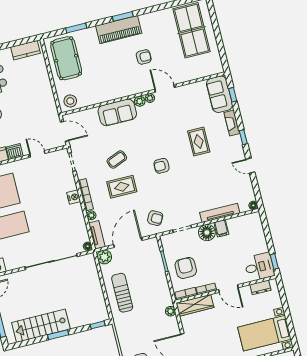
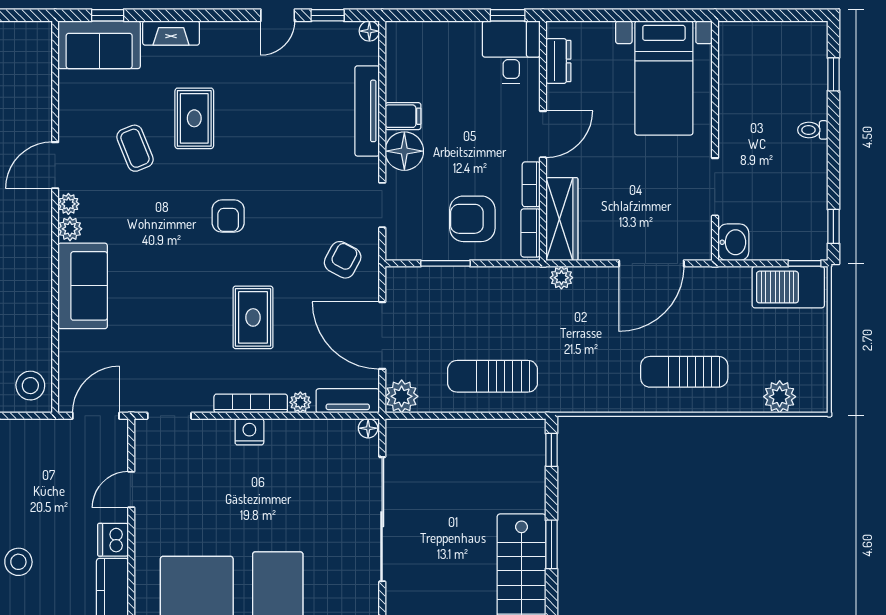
window: (243, 137) -> (328, 15), moved
rug: (199, 142) -> (194, 118), turned 90
coffee table: (117, 159) -> (135, 148), moved

